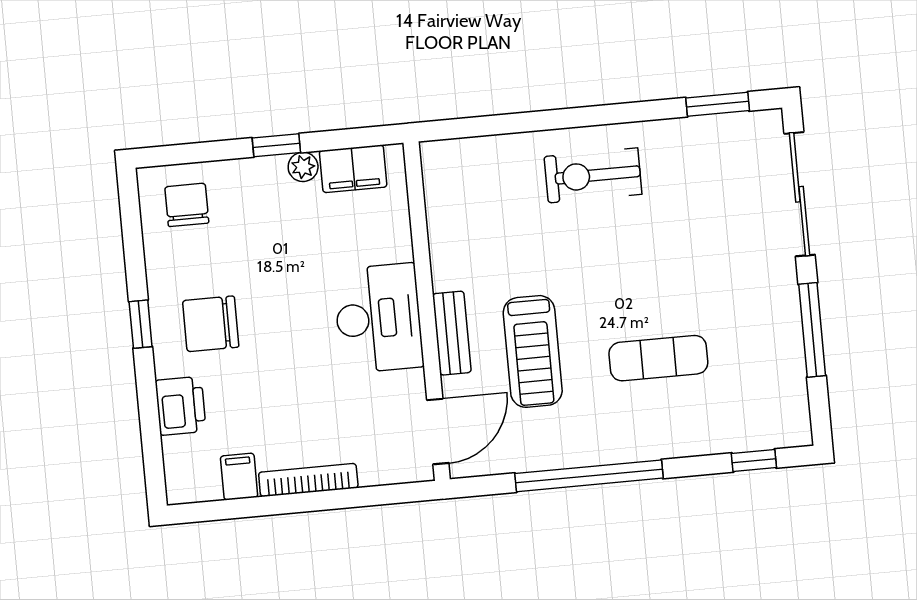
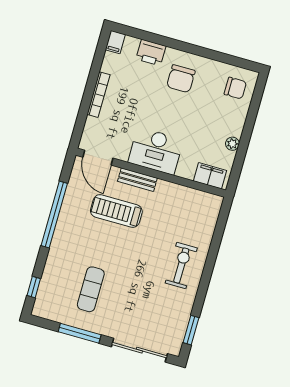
window: (276, 145) -> (246, 136), removed
filing cabinet: (353, 169) -> (210, 176), moved, turned 90
window: (141, 324) -> (192, 49), removed
chair: (211, 324) -> (181, 79), turned 180
exercise mat: (658, 358) -> (91, 289), moved
filing cabinet: (239, 477) -> (115, 42), moved, turned 90

